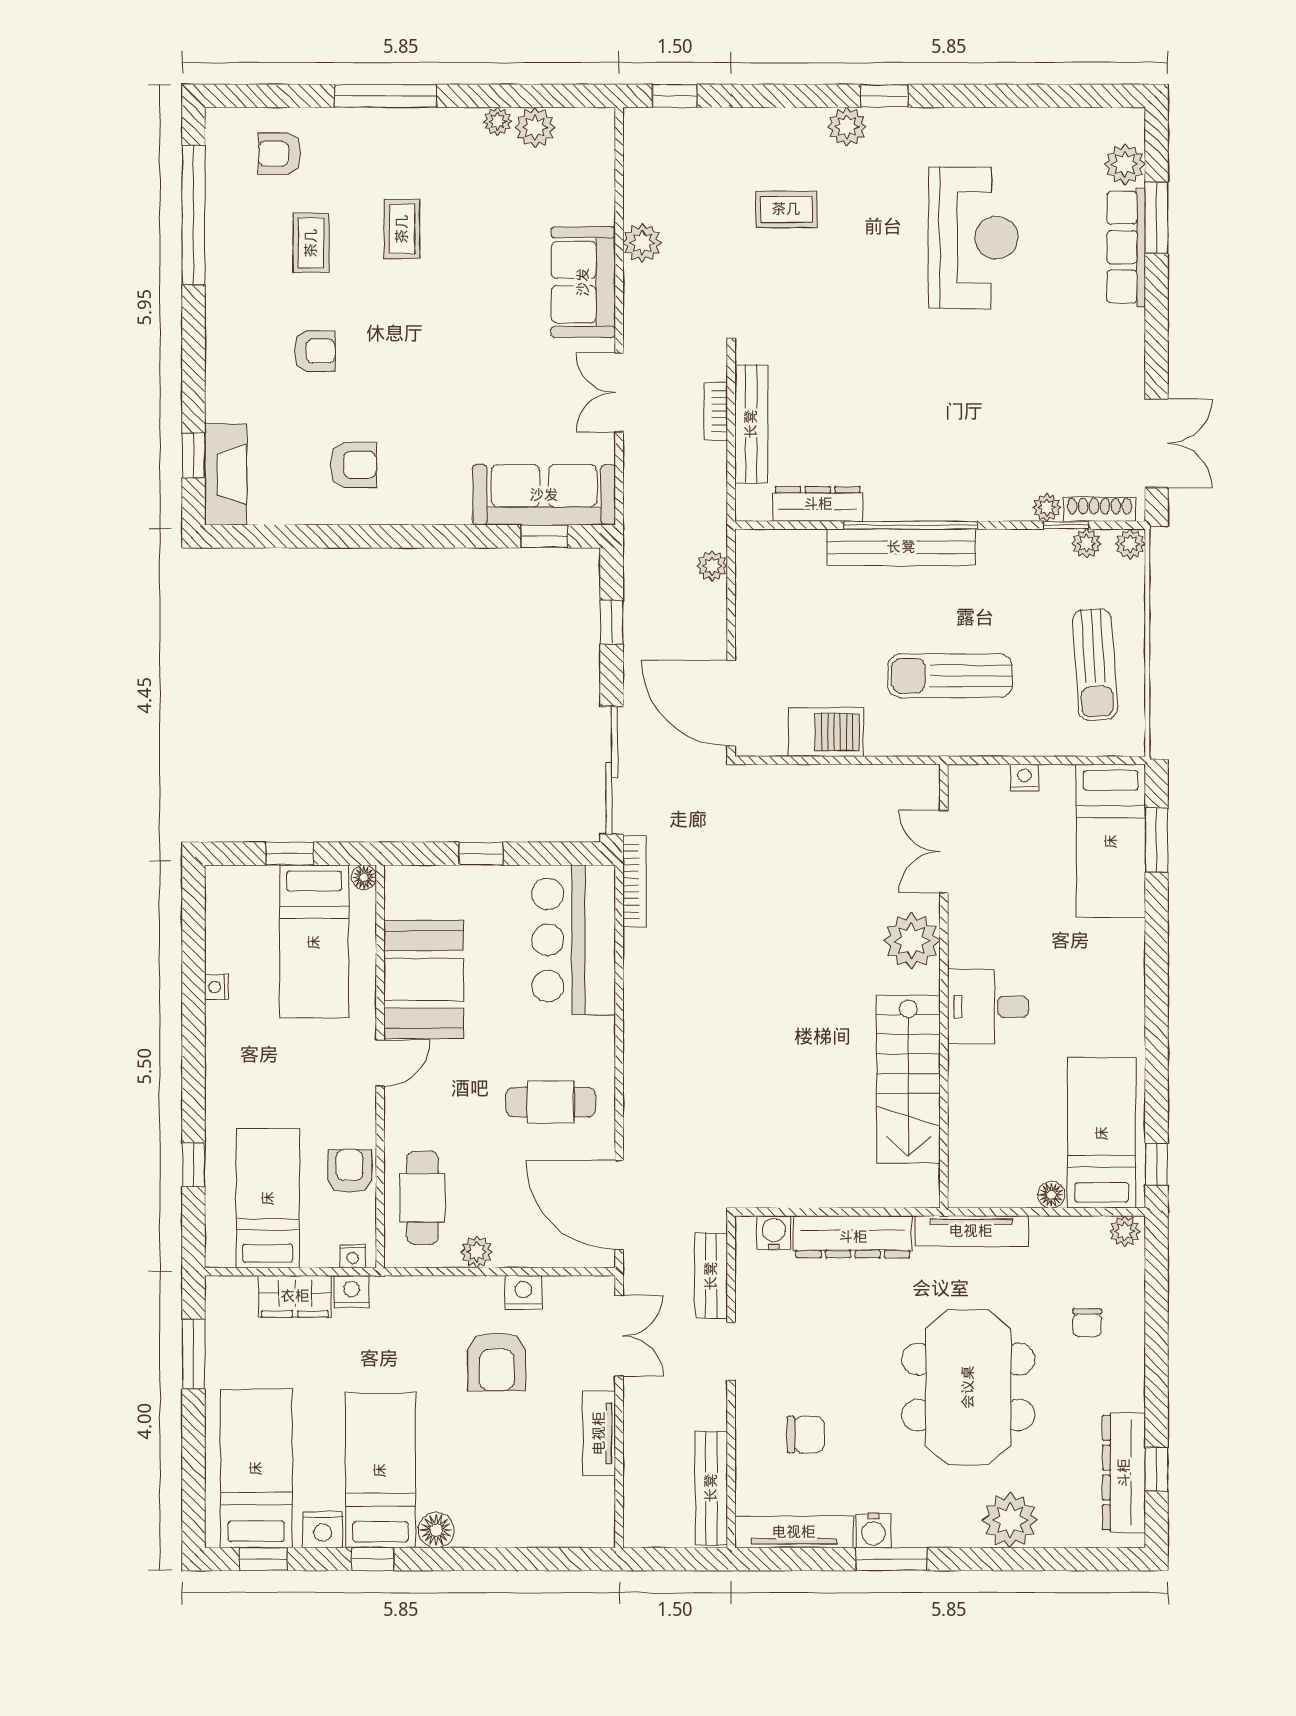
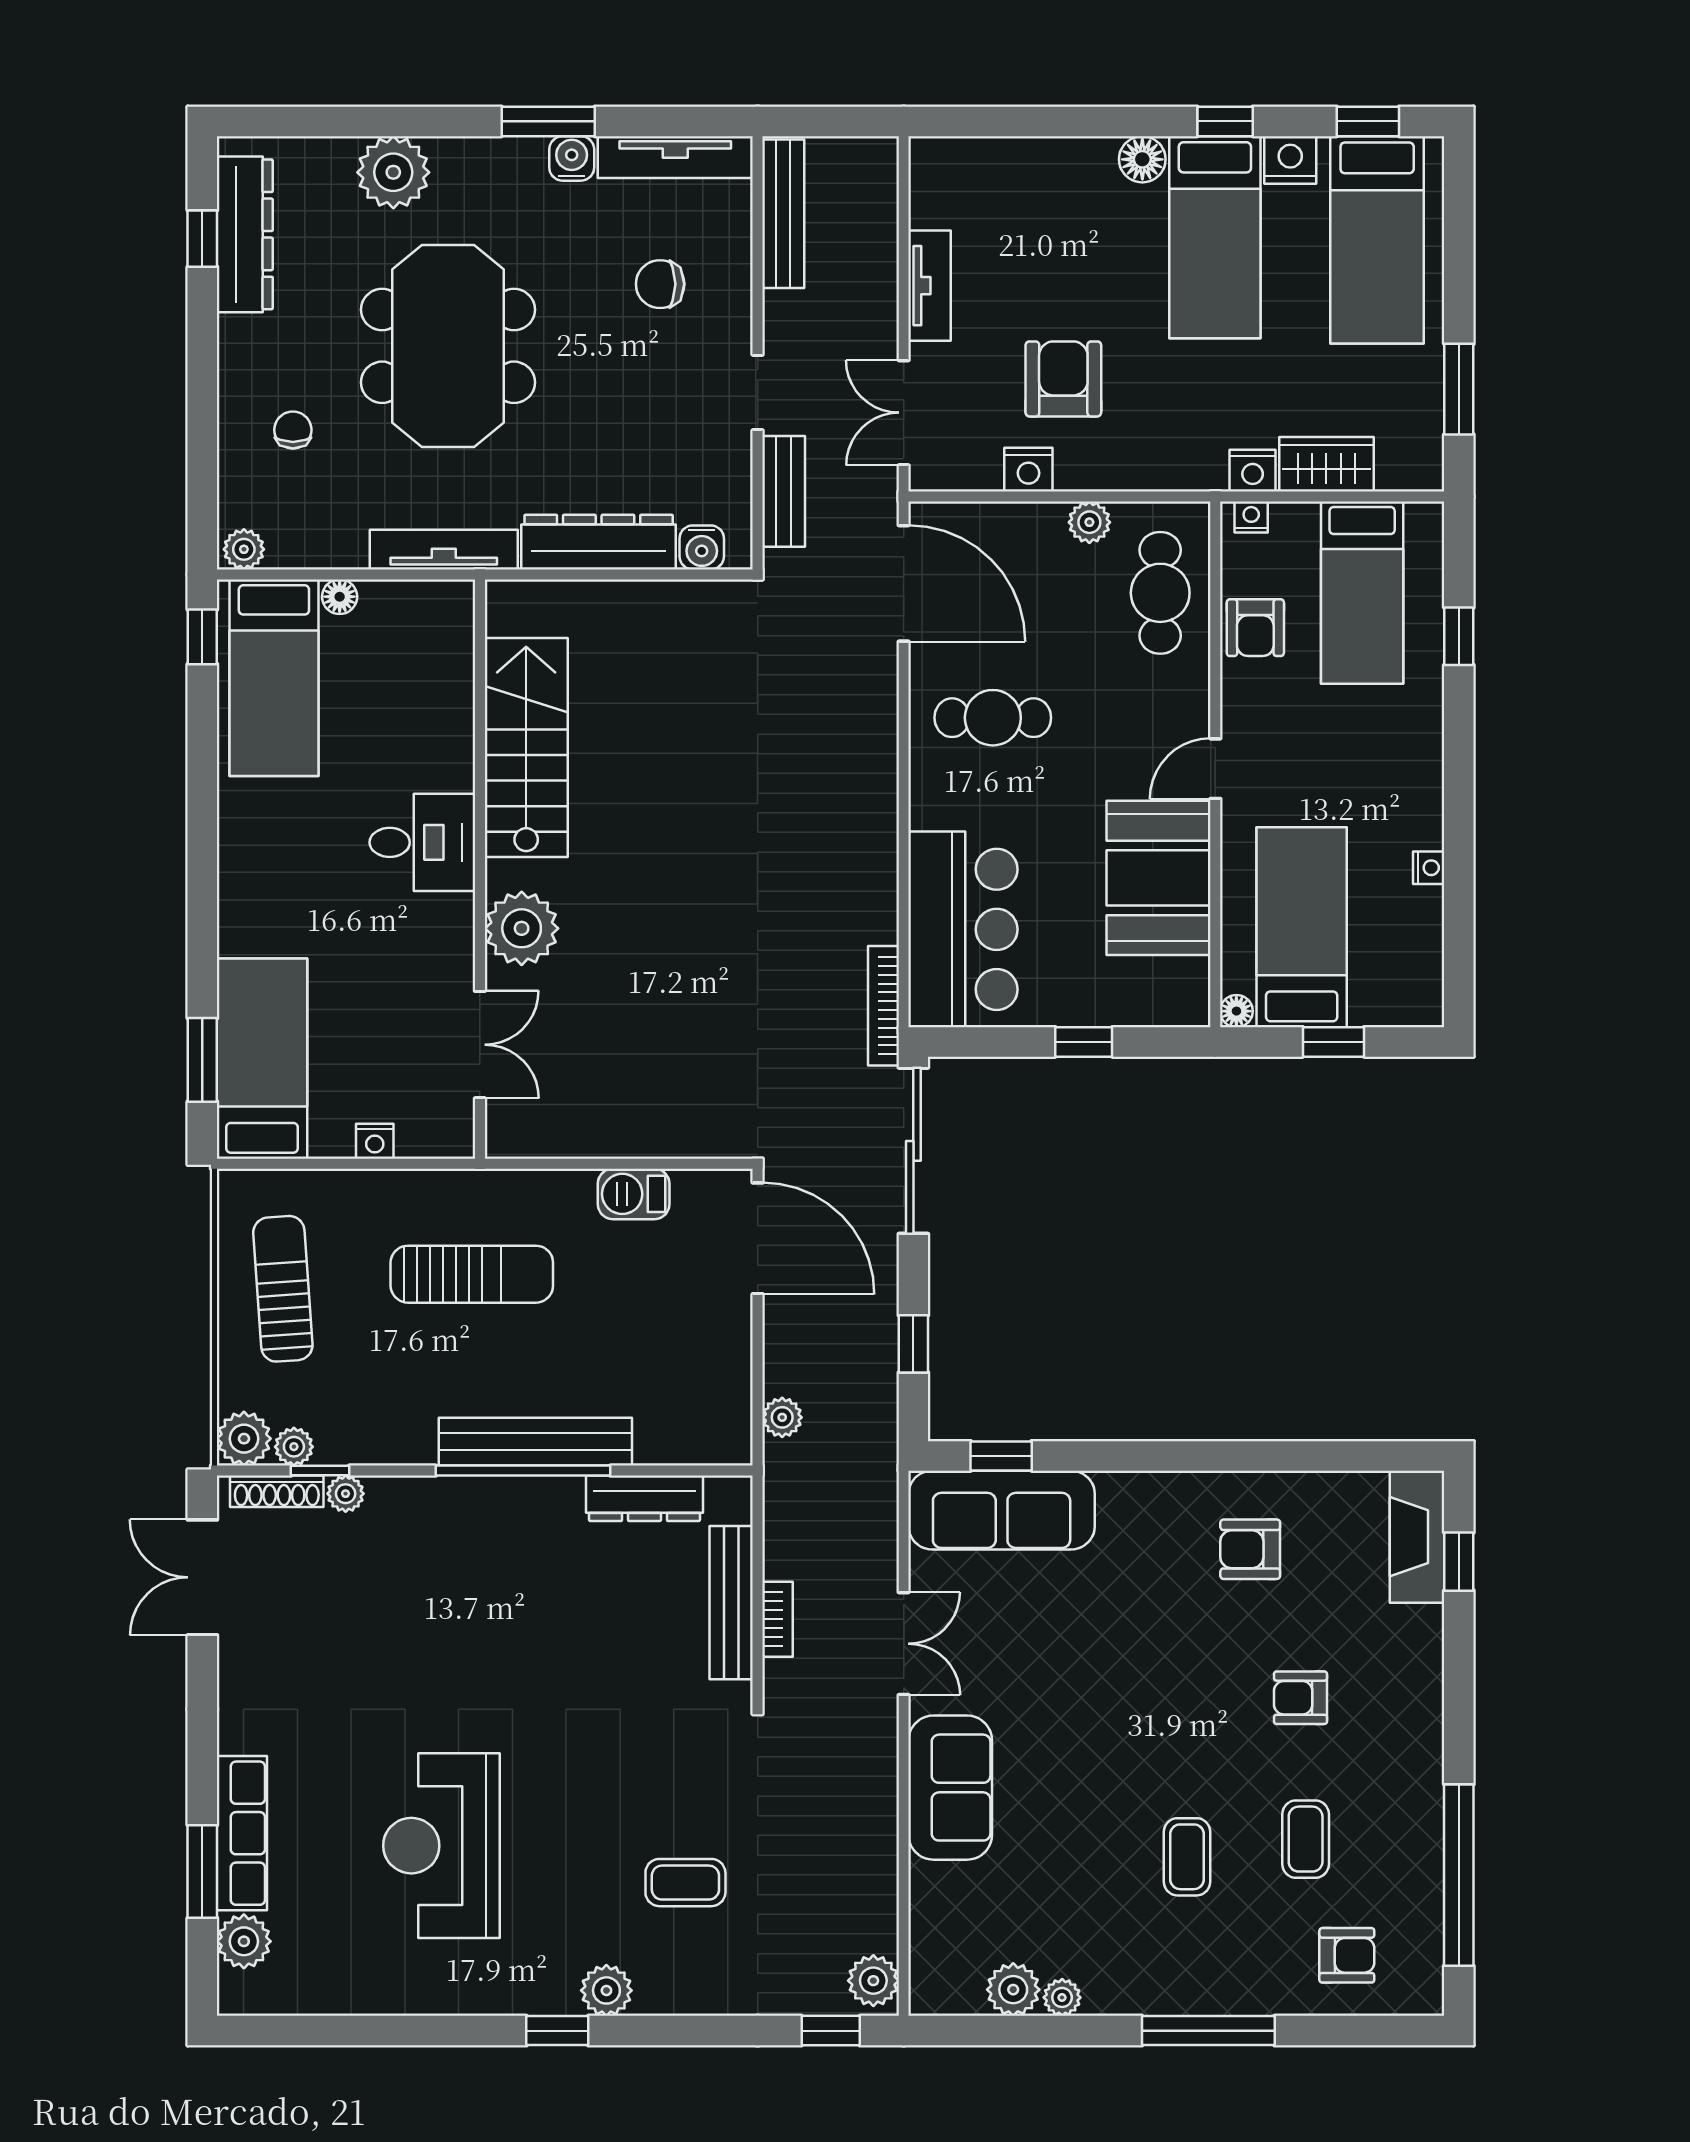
plant: (642, 243) -> (873, 1981), moved
plant: (1130, 544) -> (244, 1439), width x1.38, depth x1.38
barbecue: (826, 732) -> (634, 1194), width x0.73, depth x0.79

